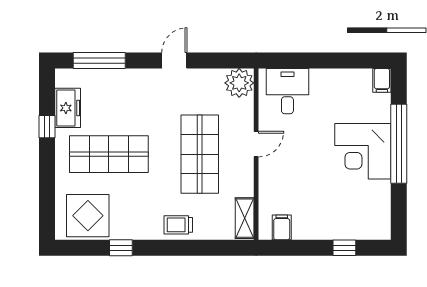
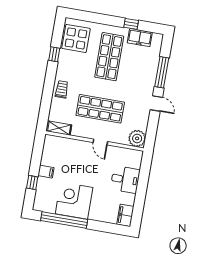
window: (99, 61) -> (162, 72), moved
filing cabinet: (382, 80) -> (125, 215), width x2.00
desk: (287, 91) -> (125, 180), moved
window: (399, 144) -> (64, 220), moved
corner desk: (363, 151) -> (74, 201), moved
filing cabinet: (282, 227) -> (46, 172), moved

